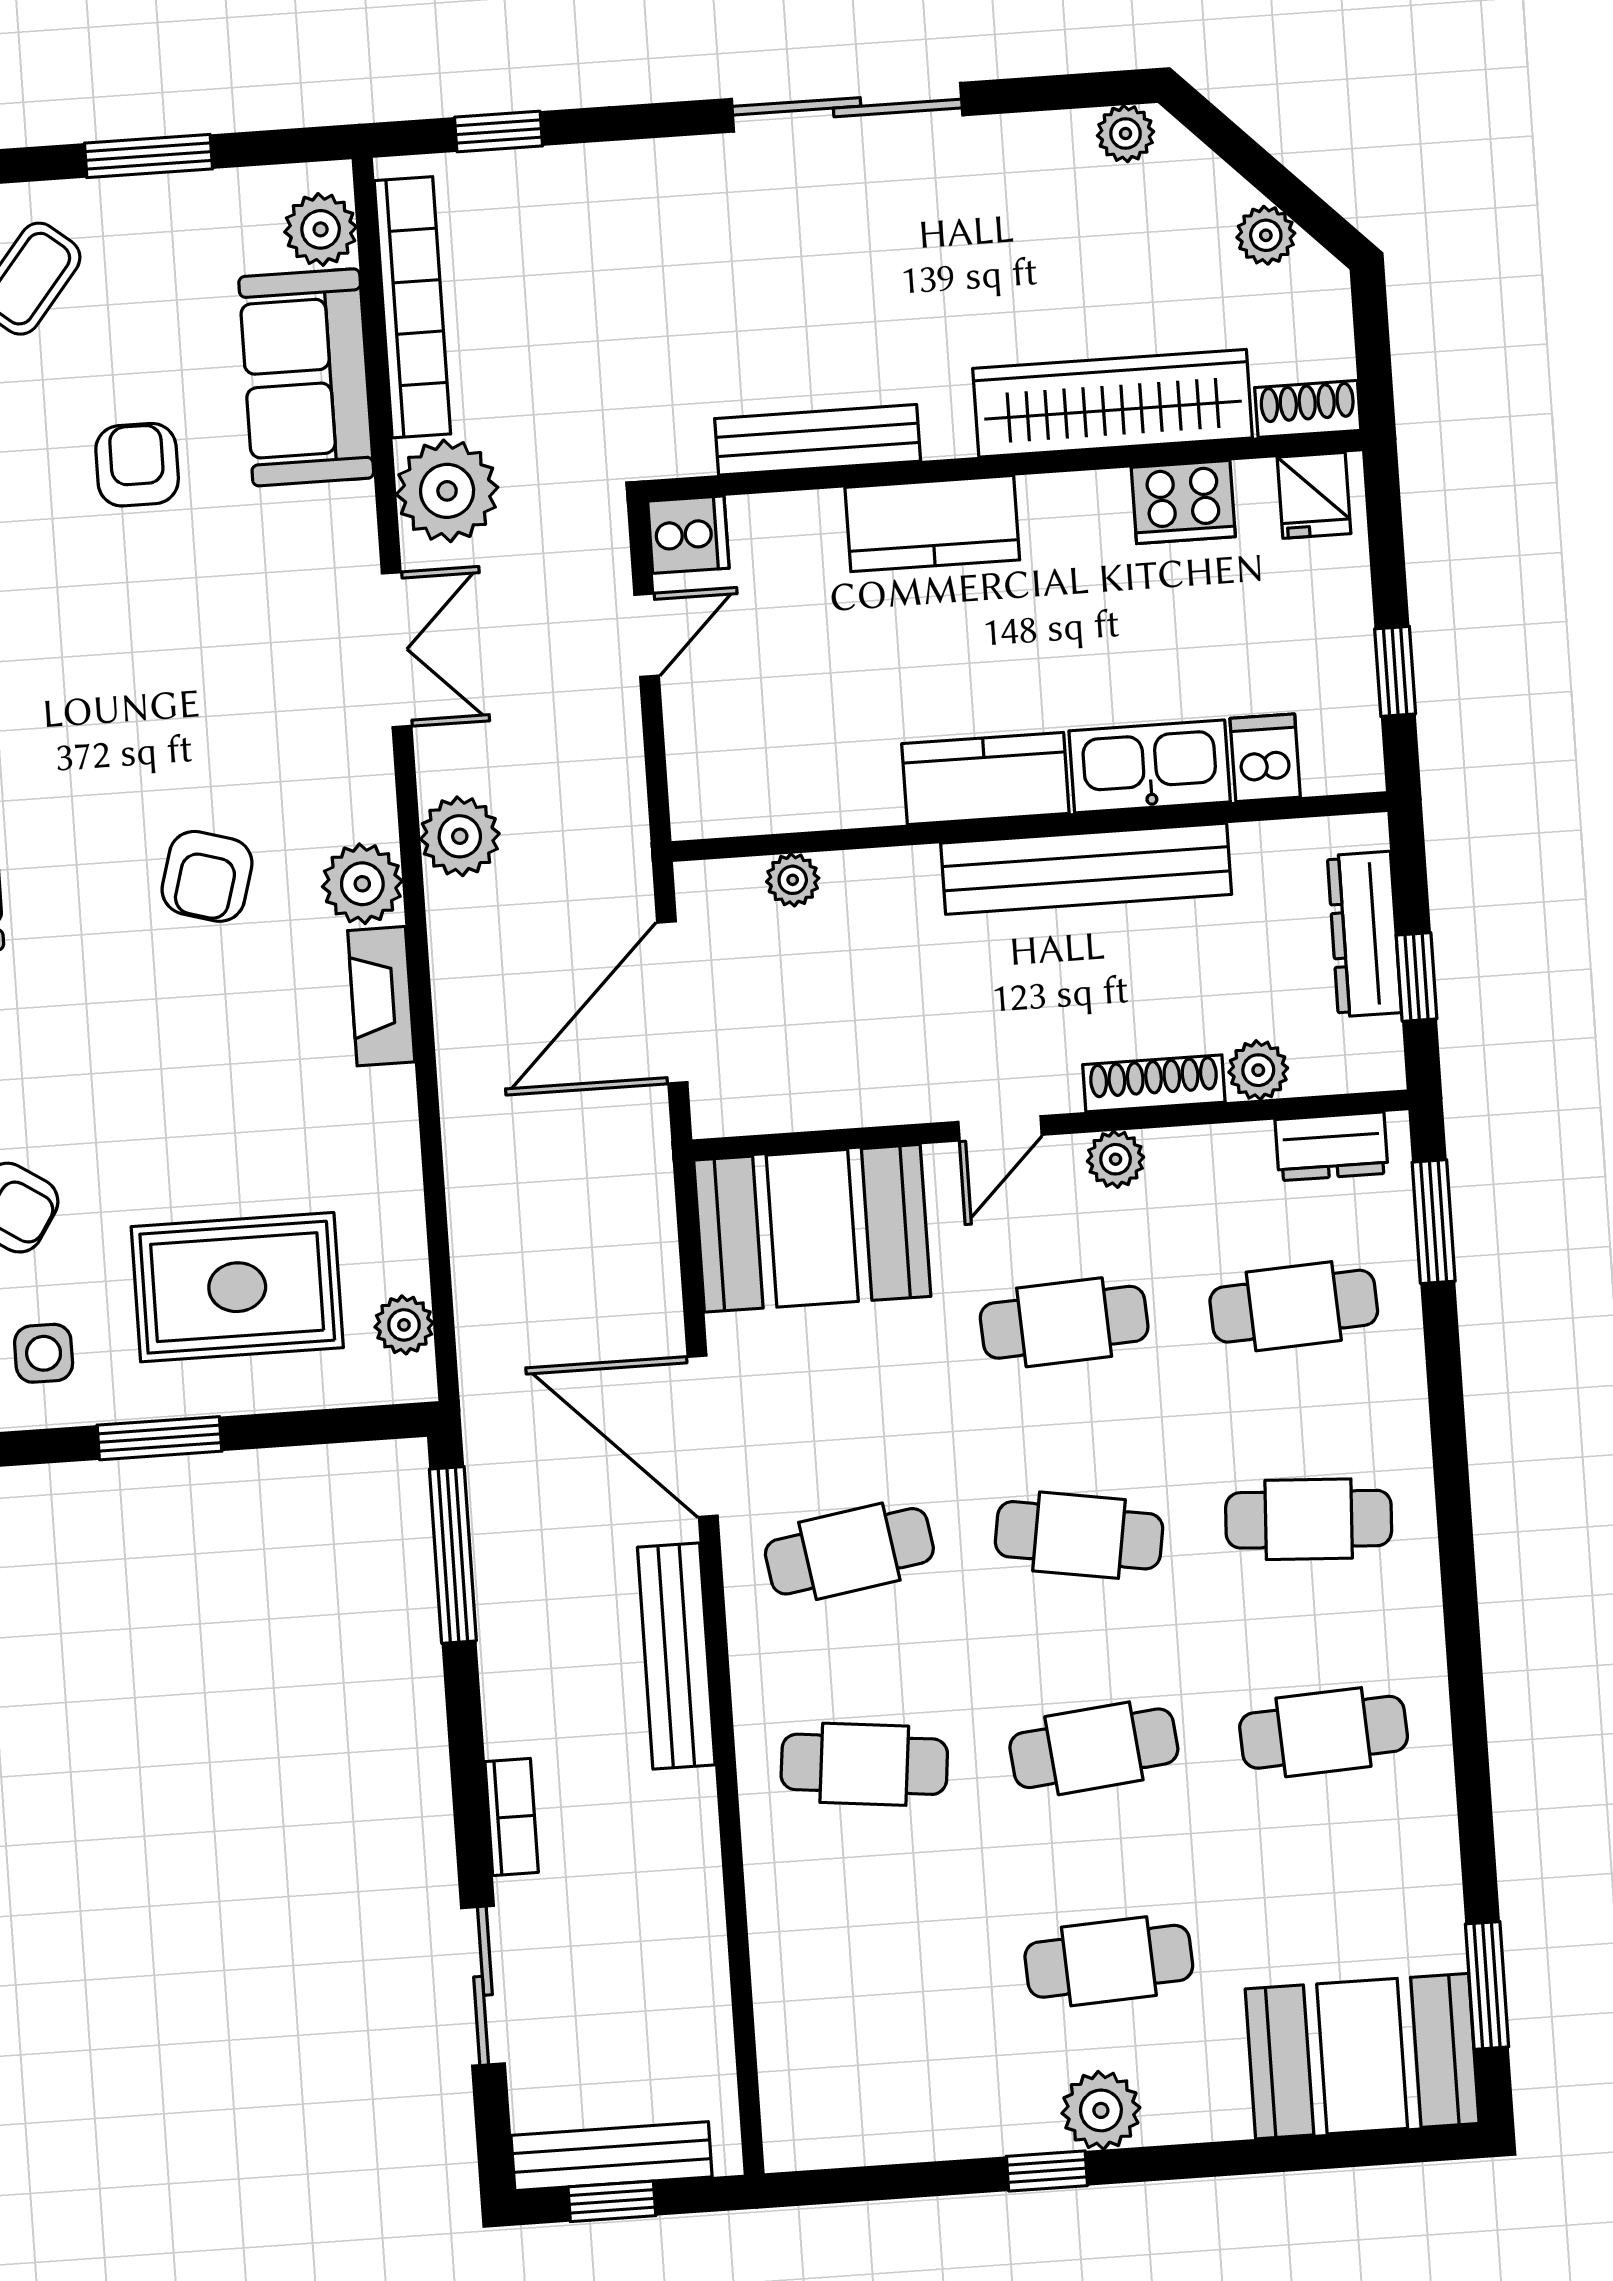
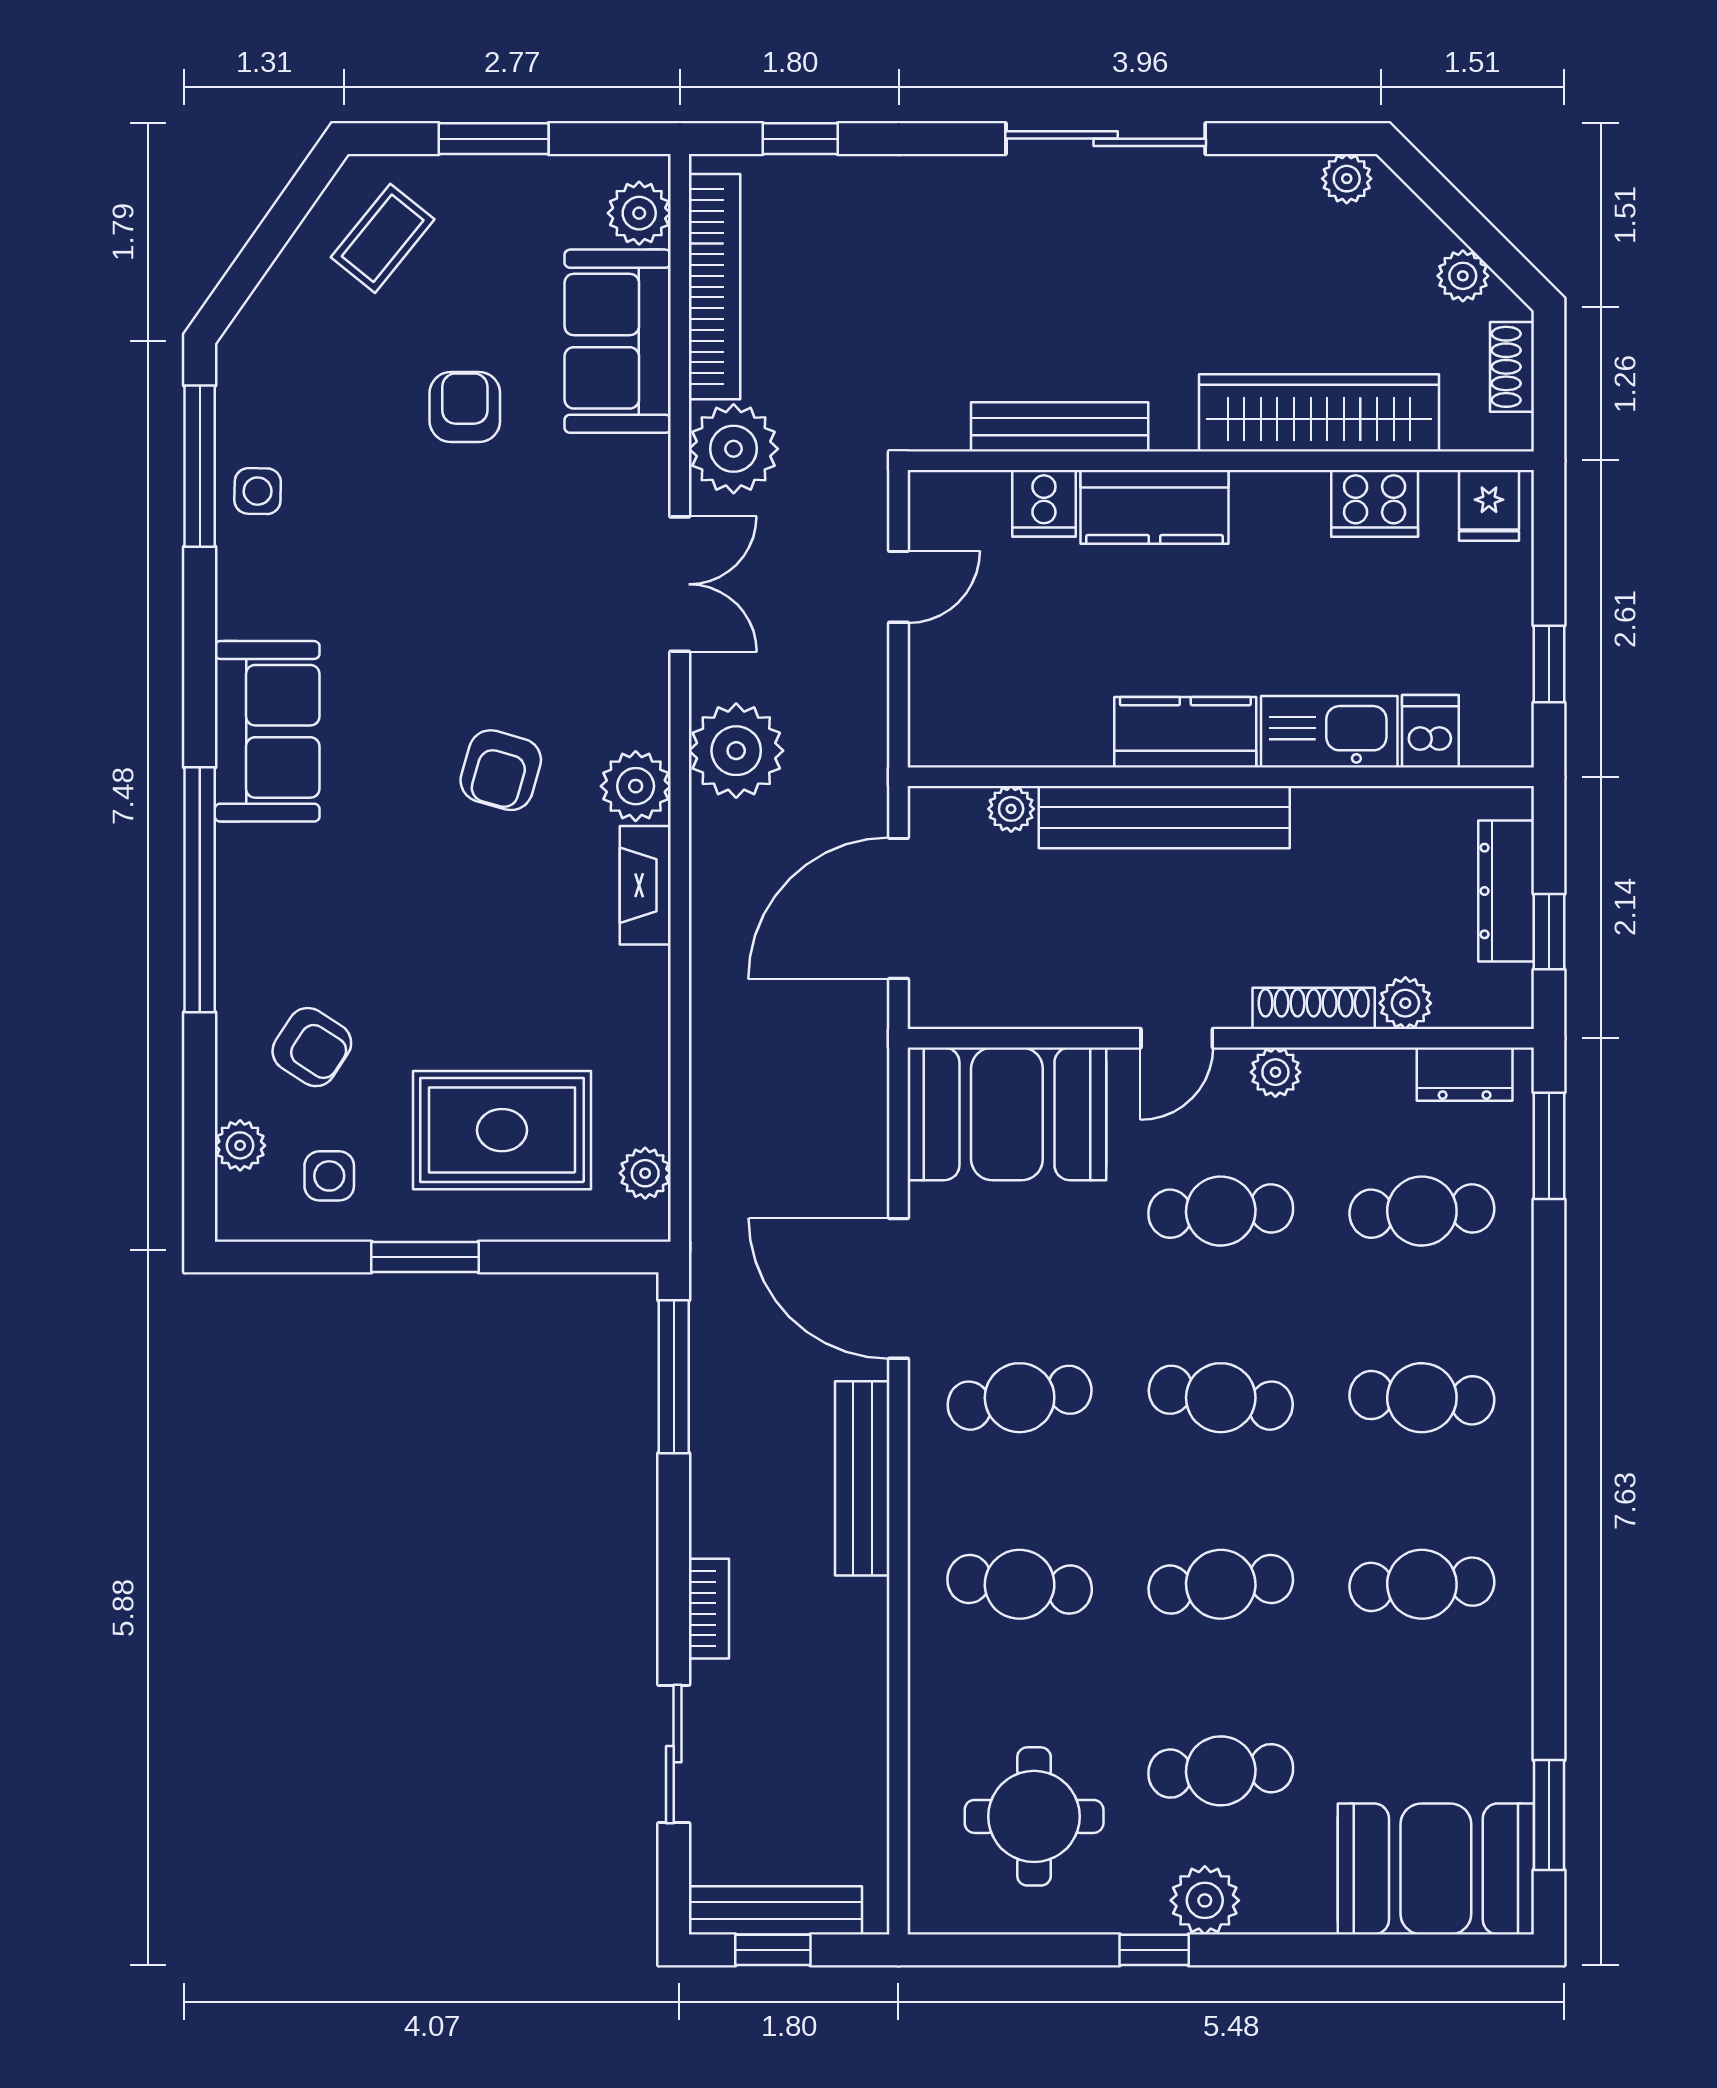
shoe rack: (1308, 409) -> (1512, 367), moved, turned -90
cooker: (688, 535) -> (1044, 503), moved, turned 90
plant: (460, 836) -> (736, 751), width x1.36, depth x1.36
bench: (1086, 869) -> (1164, 817), moved
round table: (899, 2028) -> (1034, 1816), added

